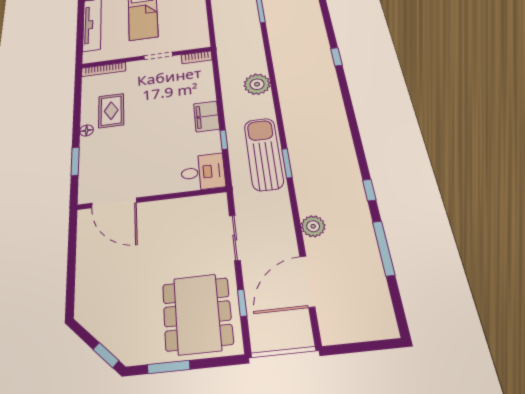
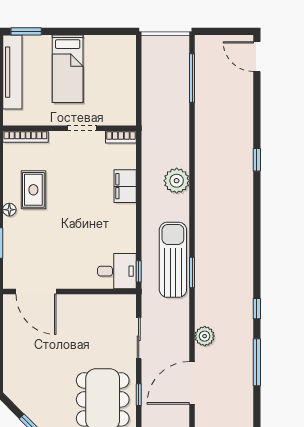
filing cabinet: (207, 116) -> (125, 186), moved
window: (224, 140) -> (139, 271), moved

